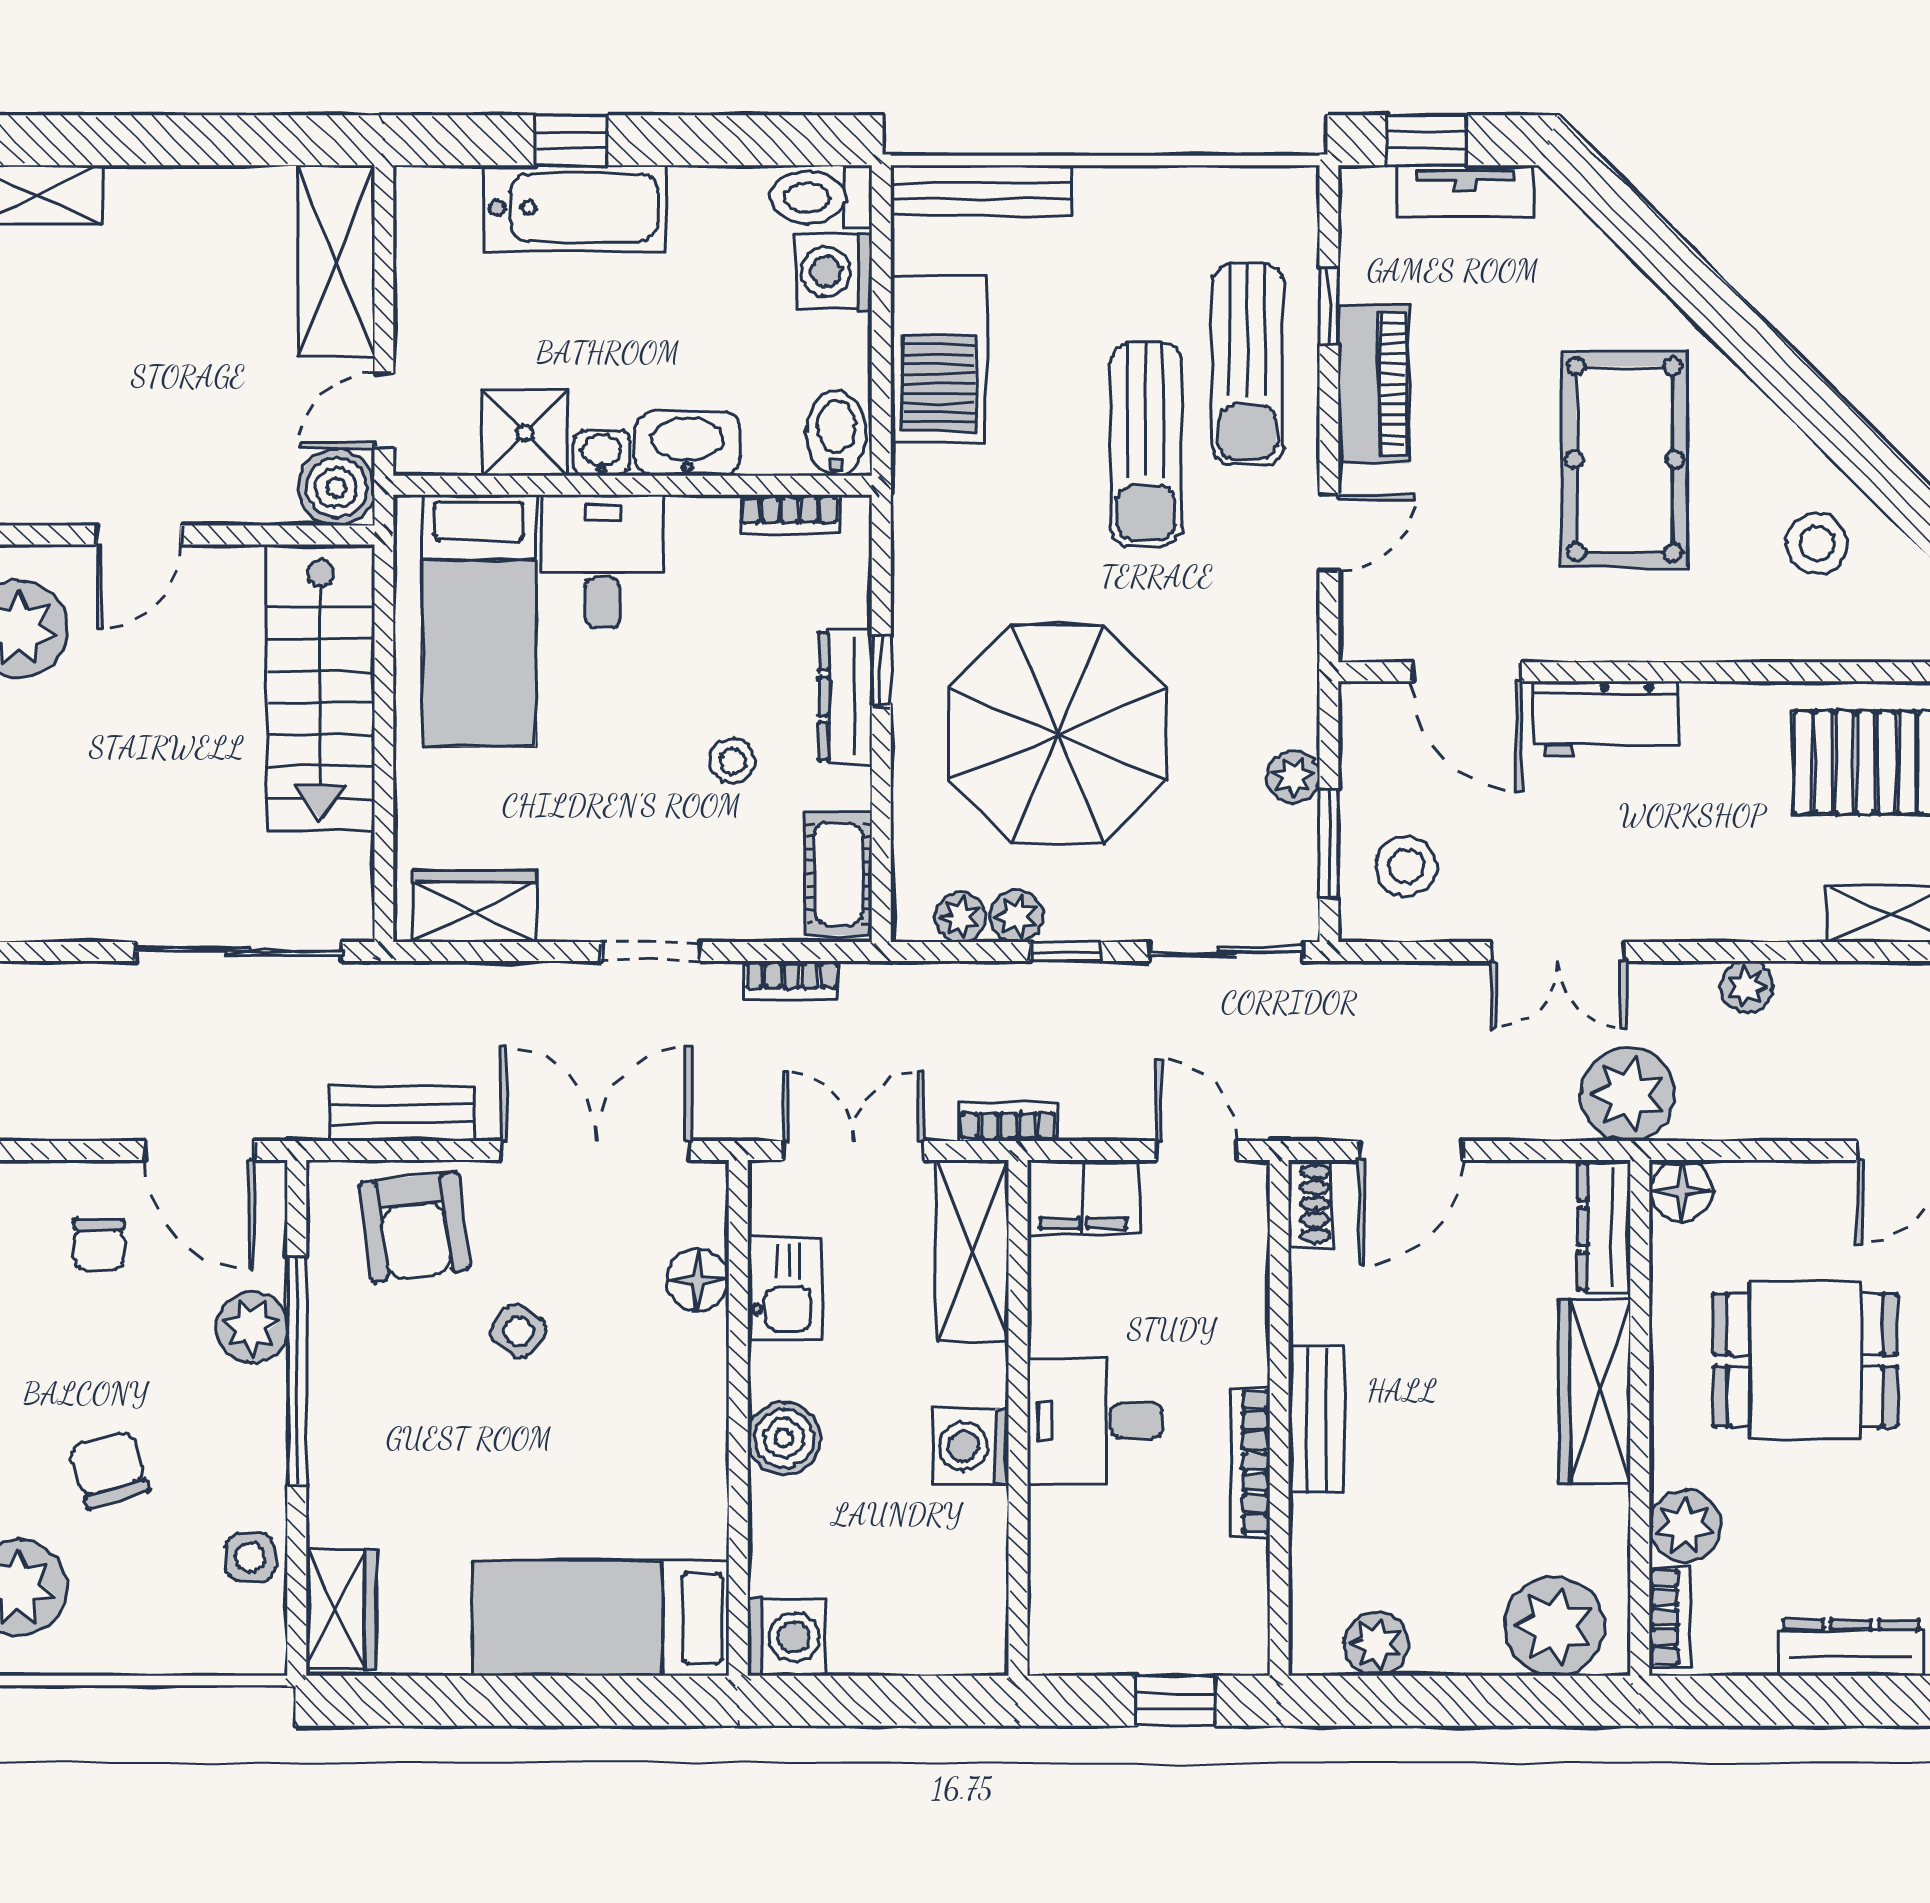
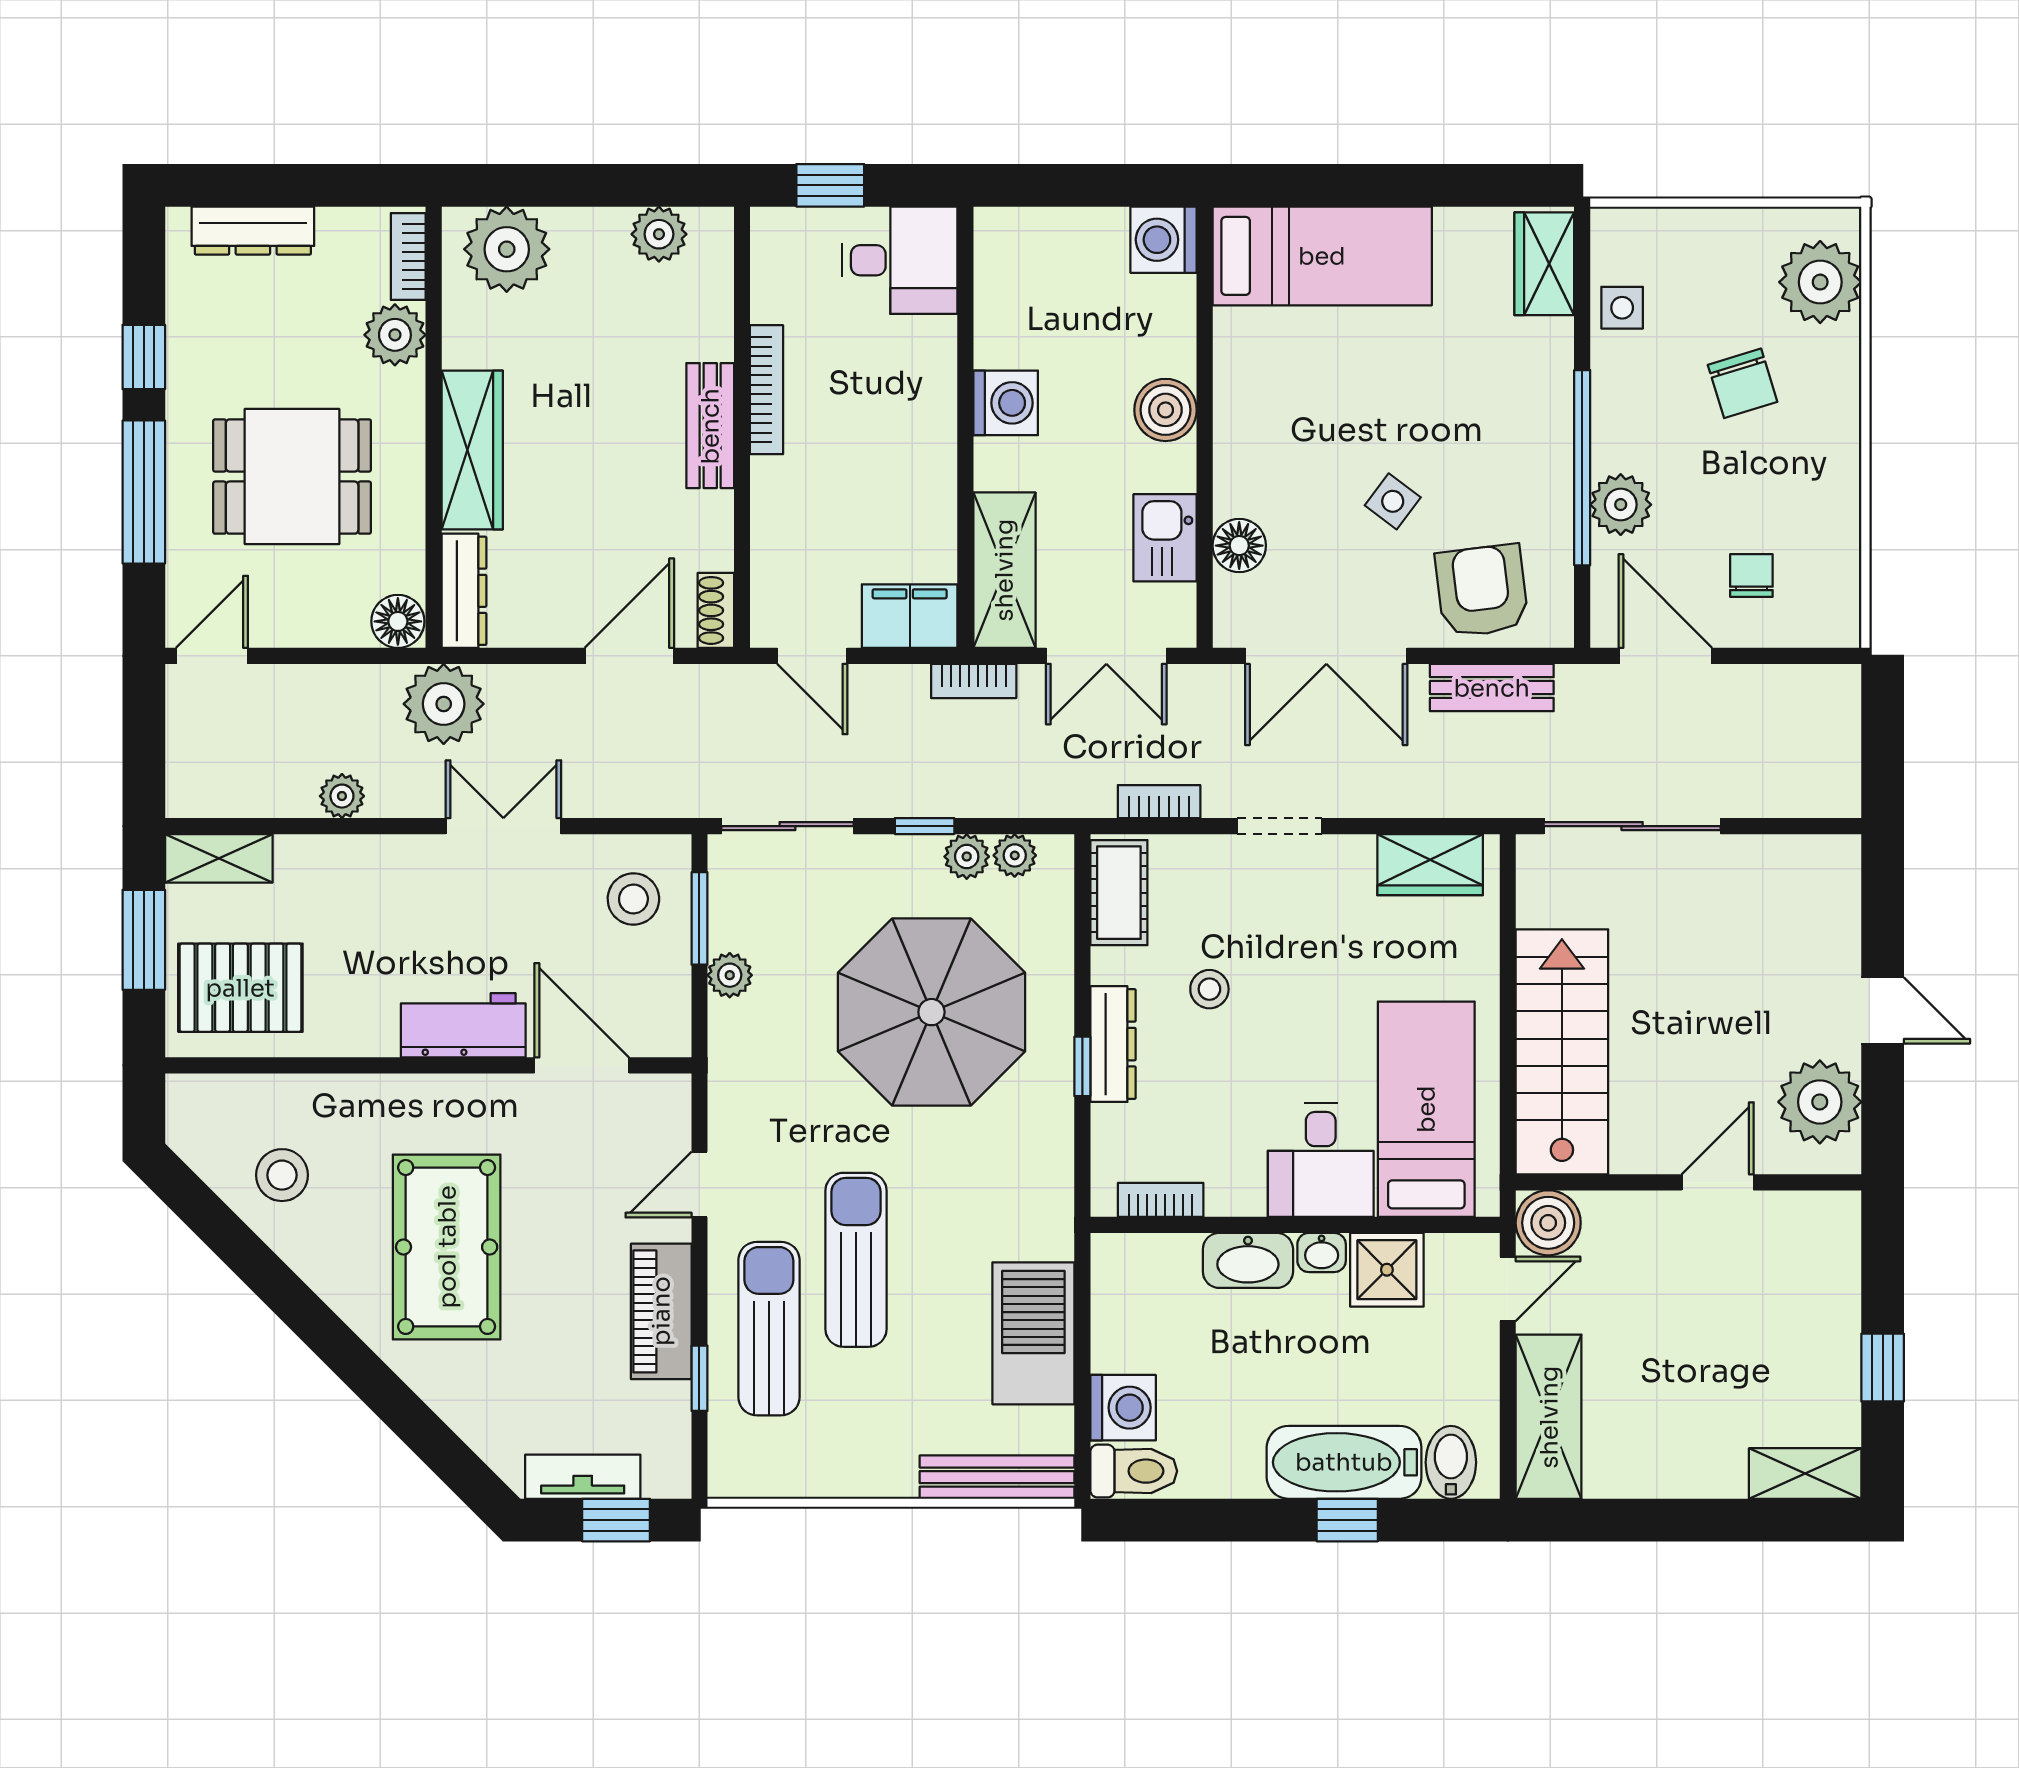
bidet: (837, 433) -> (1451, 1462), moved, turned 180
desk: (1095, 1421) -> (900, 260), moved

